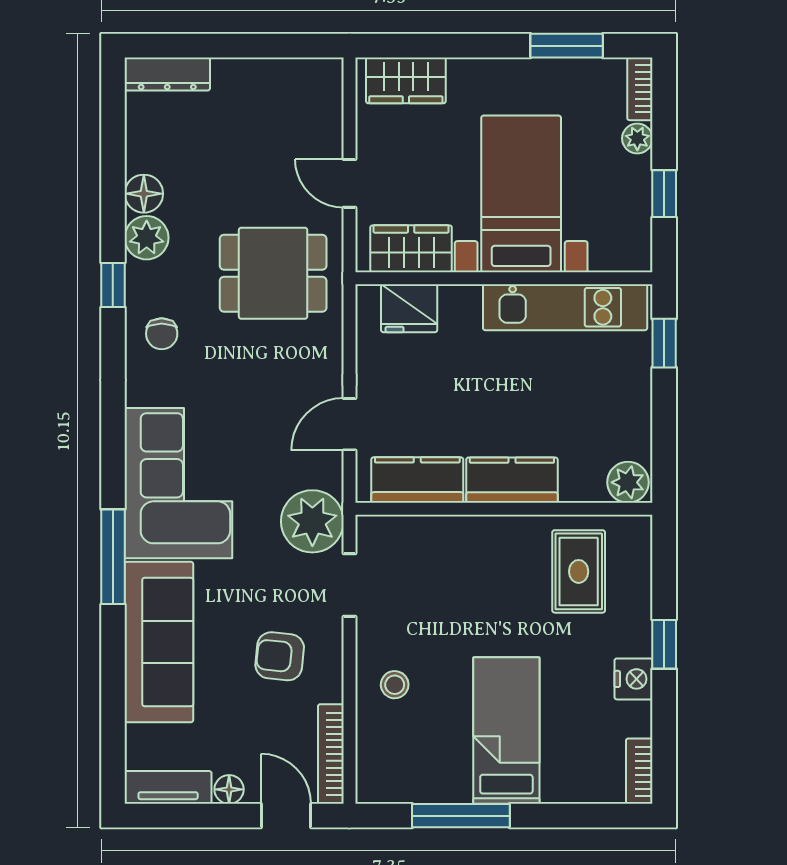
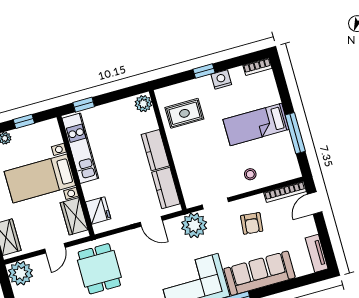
plant: (314, 87) -> (20, 273), added
floor lamp: (229, 789) -> (311, 229), removed

